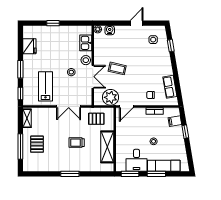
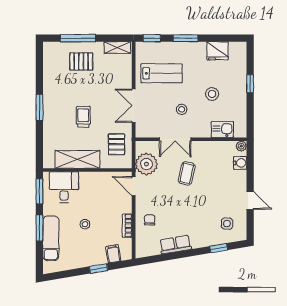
stool: (86, 60) -> (212, 94), moved
row of seats: (170, 87) -> (175, 244), moved
desk: (136, 160) -> (64, 187), moved, turned 90

